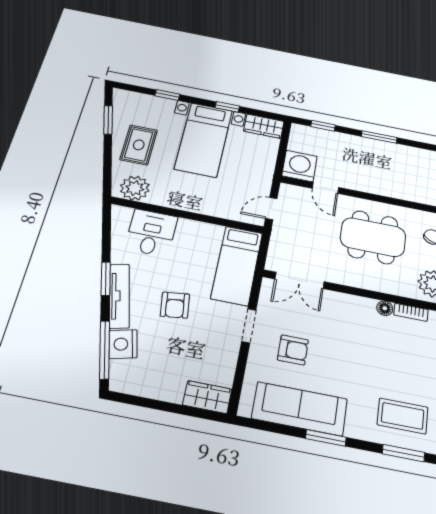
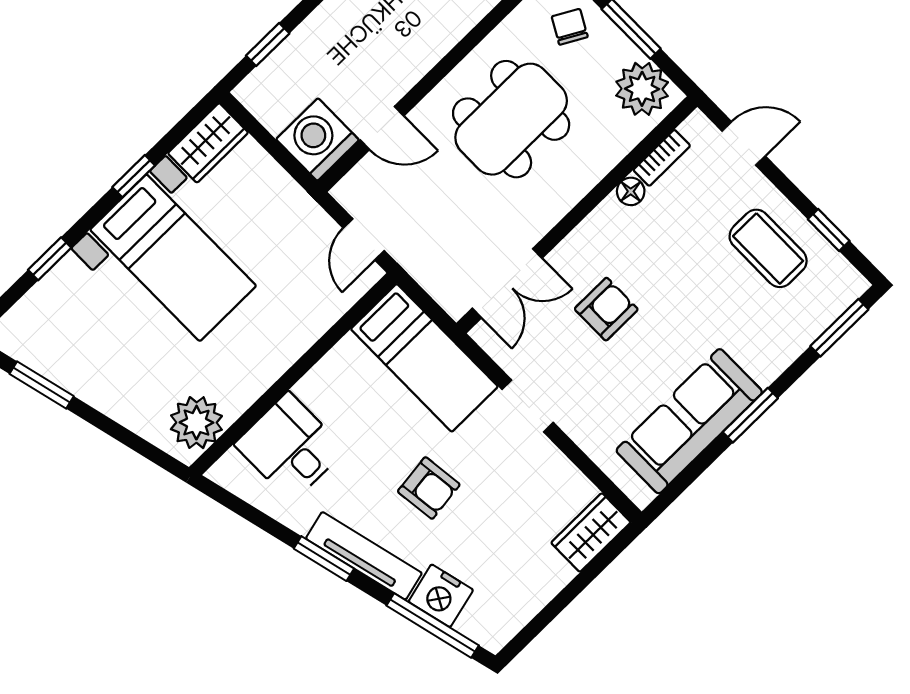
rug: (139, 145) -> (120, 367), removed
armchair: (293, 350) -> (606, 309), moved
coffee table: (403, 416) -> (768, 248), moved, turned 90

